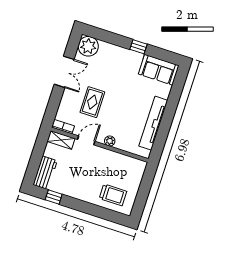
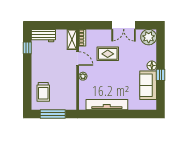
floor lamp: (124, 54) -> (152, 66), added
sofa: (159, 70) -> (148, 85), moved
window: (143, 192) -> (53, 114), added

